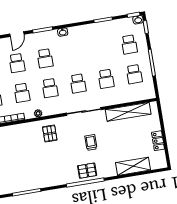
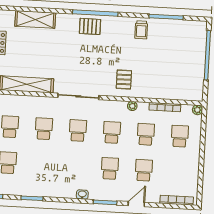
trolley: (91, 142) -> (141, 30), moved

